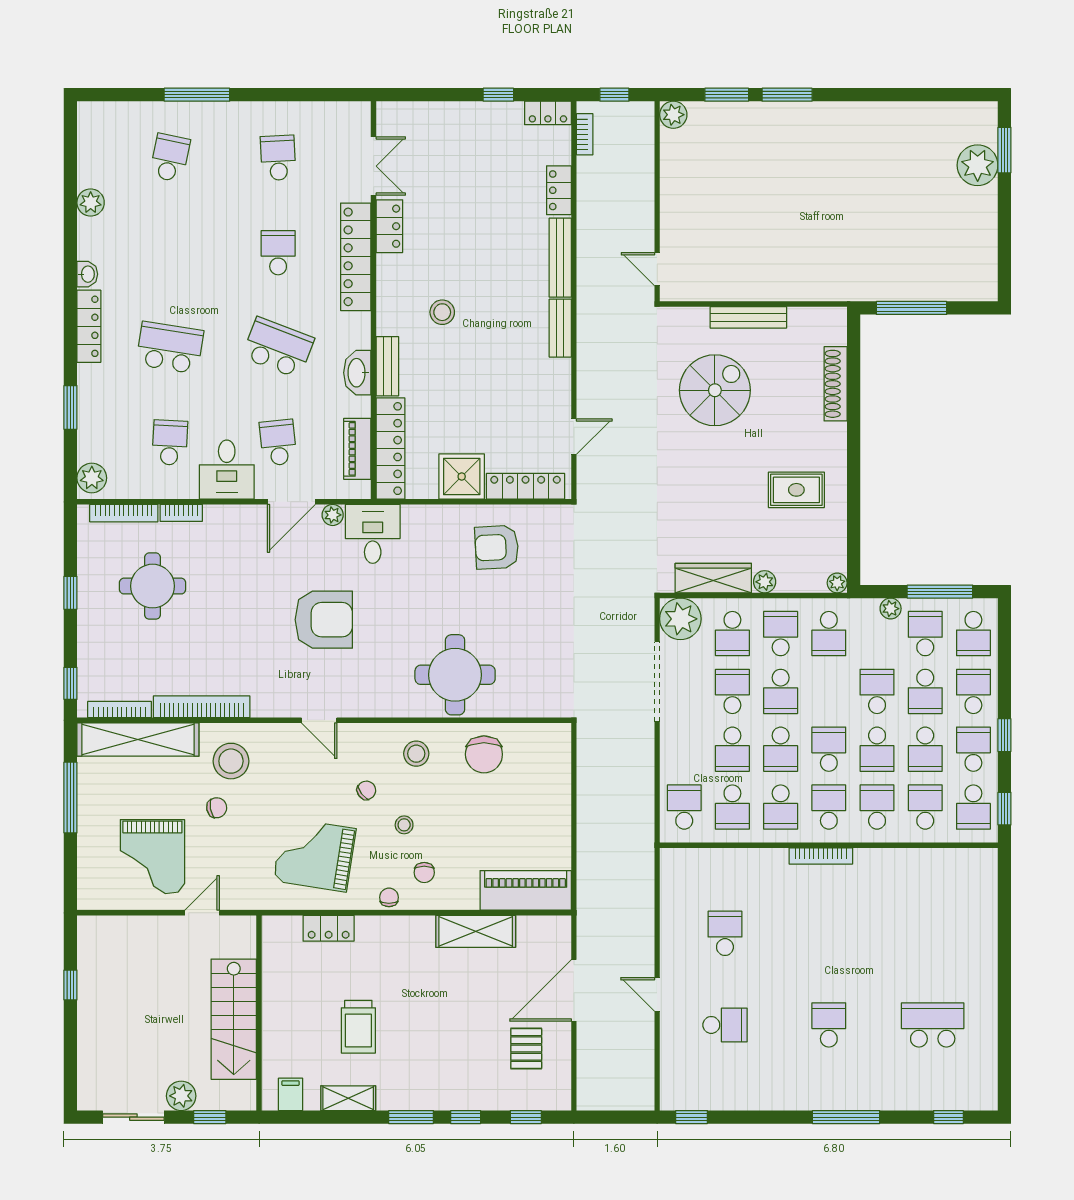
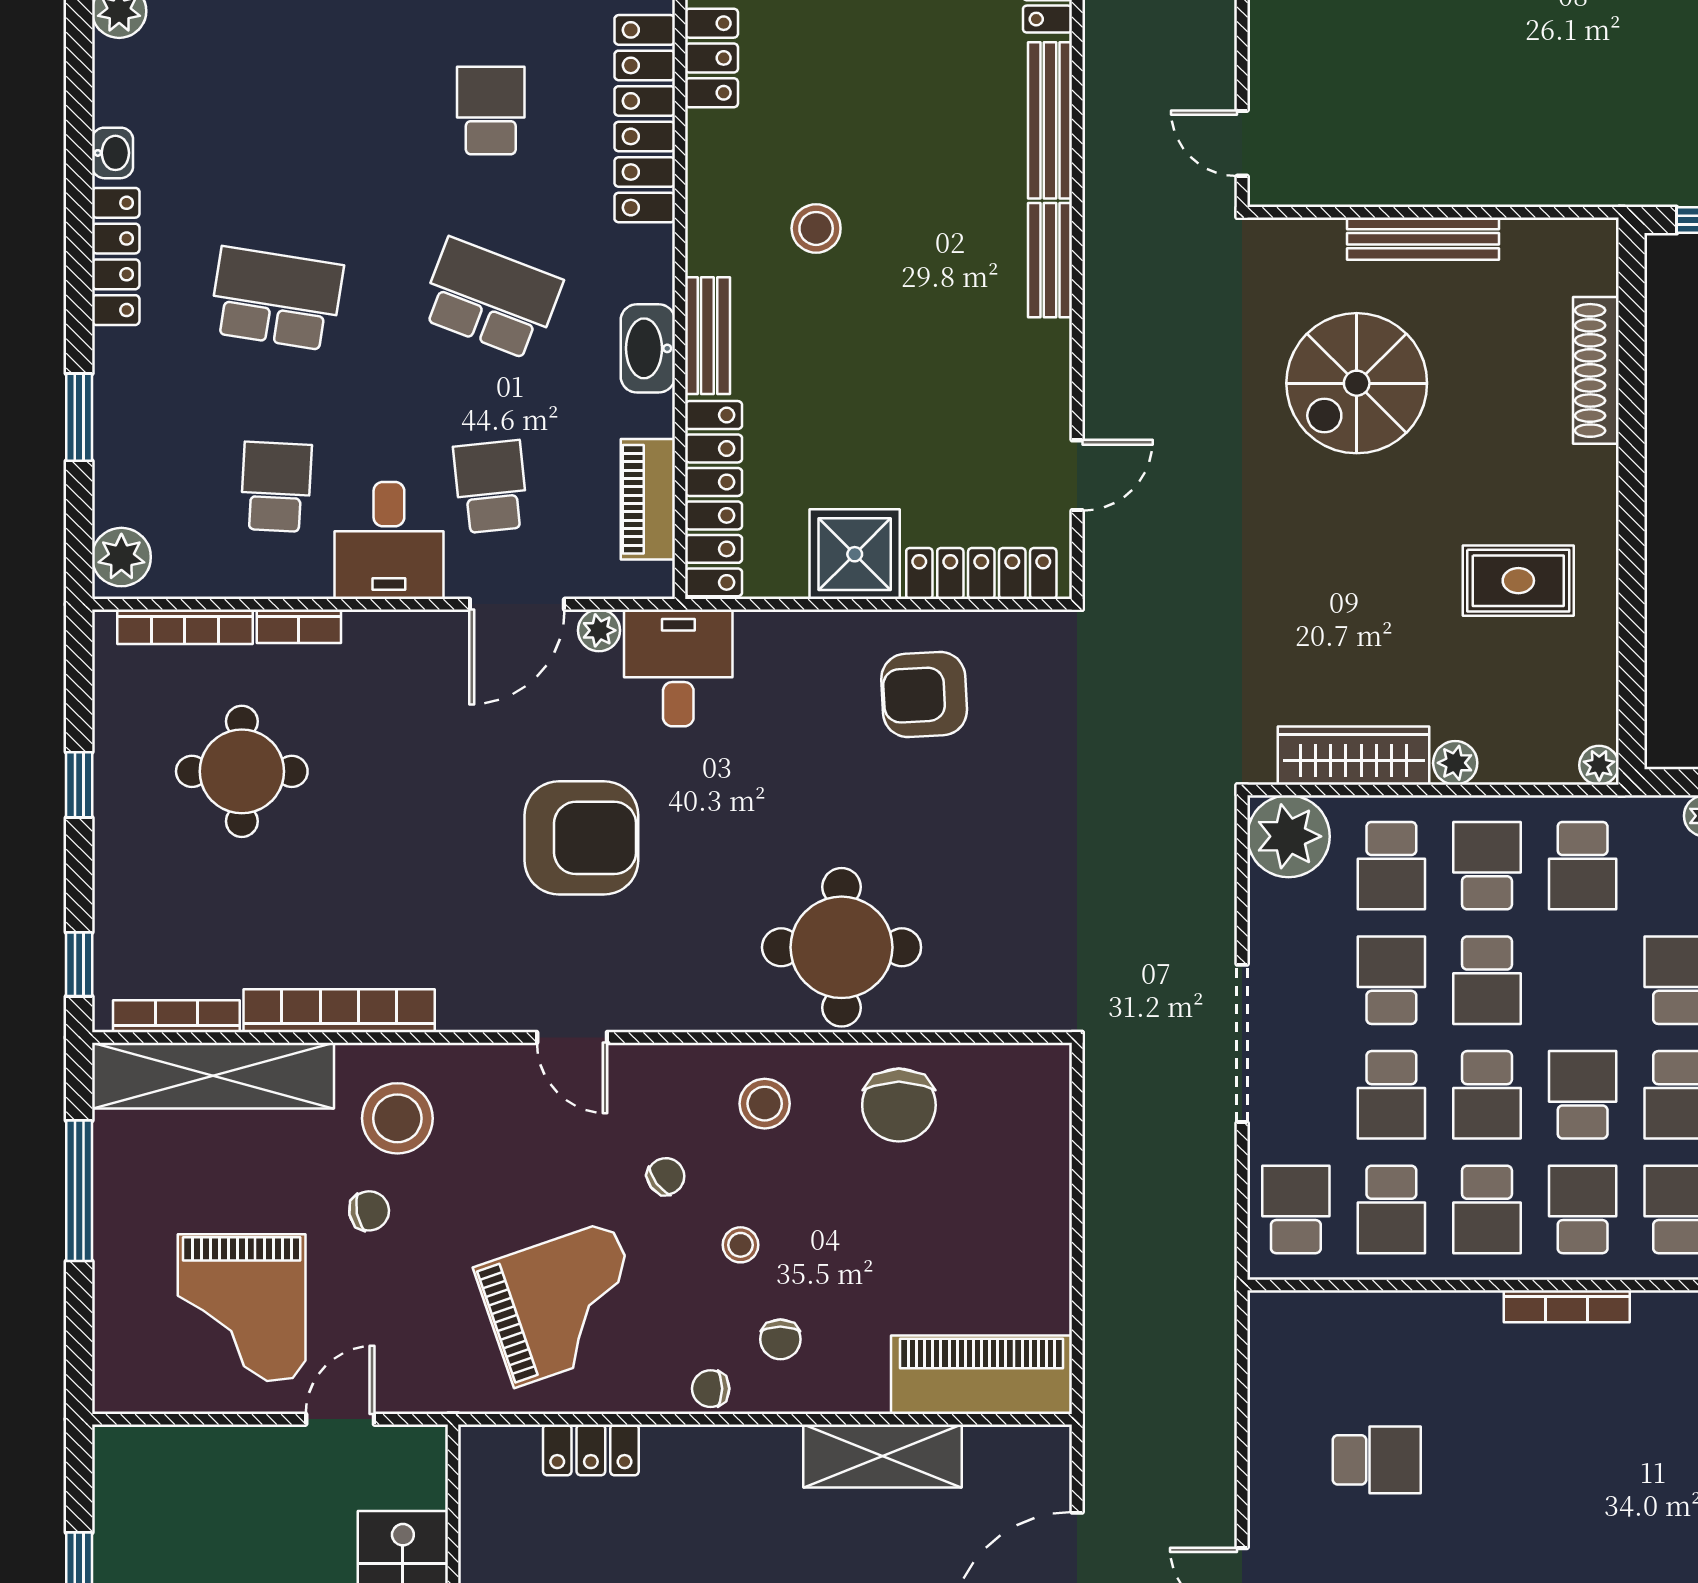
spiral stairs: (715, 390) -> (1357, 383), turned 180
doorway: (657, 682) -> (1242, 1043), moved
grand piano: (315, 855) -> (563, 1304), turned 152
chair: (389, 897) -> (711, 1389), turned -90
school desk: (725, 933) -> (1377, 1460), turned 90

